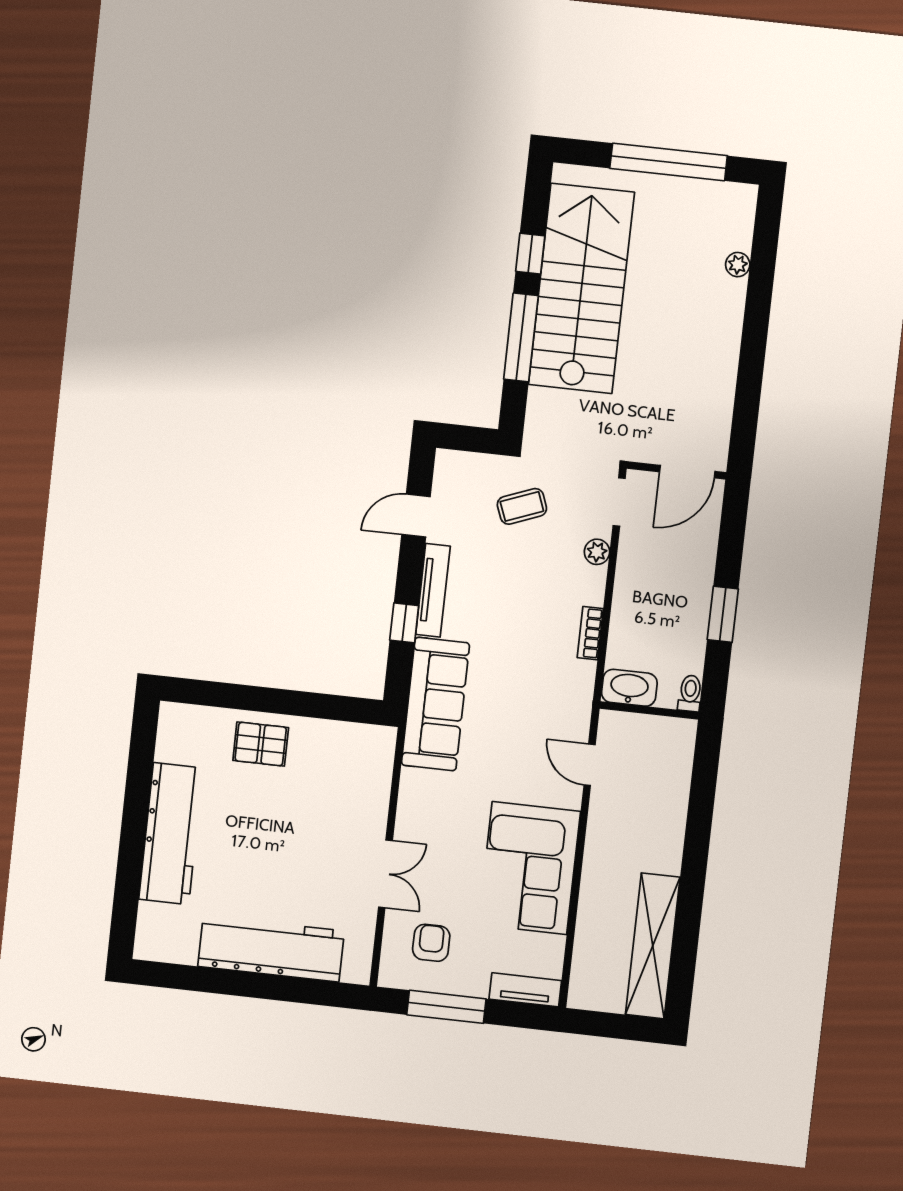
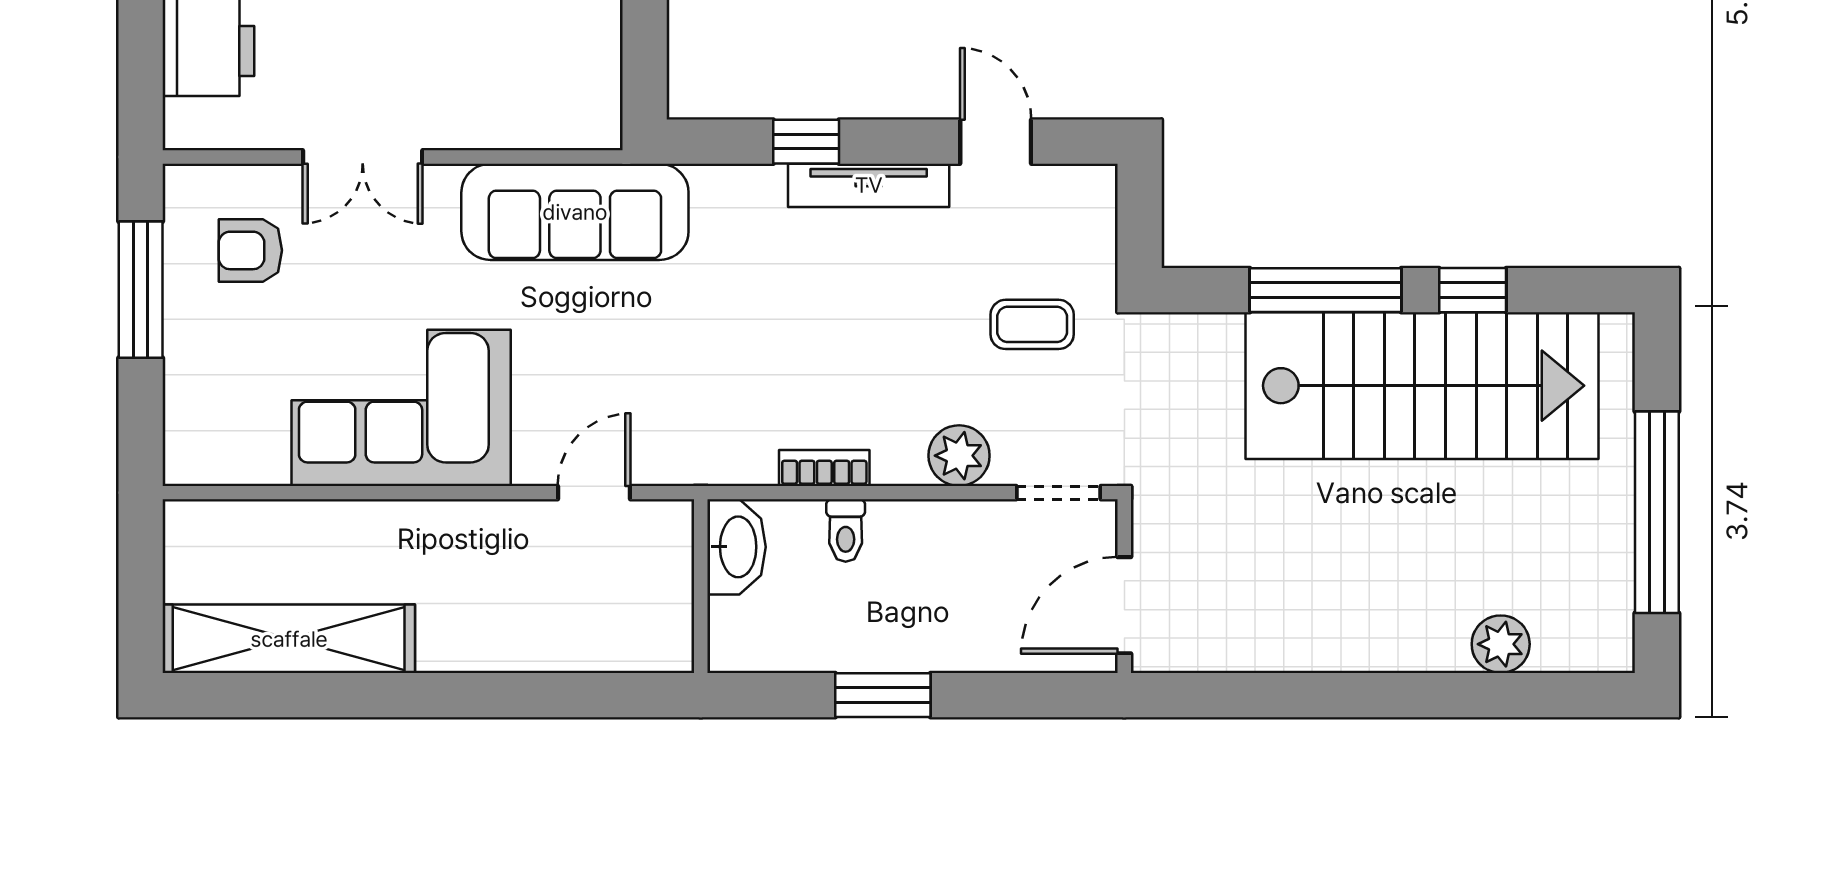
plant: (738, 265) -> (1501, 644), width x1.38, depth x1.38
door: (687, 472) -> (1124, 605), hinge flipped
coffee table: (522, 506) -> (1032, 324), turned -69
plant: (597, 552) -> (959, 456), width x1.38, depth x1.38
toilet: (690, 693) -> (846, 531), moved, turned 90
sofa: (436, 704) -> (575, 212), moved
armchair: (431, 943) -> (250, 250), turned 180
tv unit: (525, 990) -> (186, 424), removed

